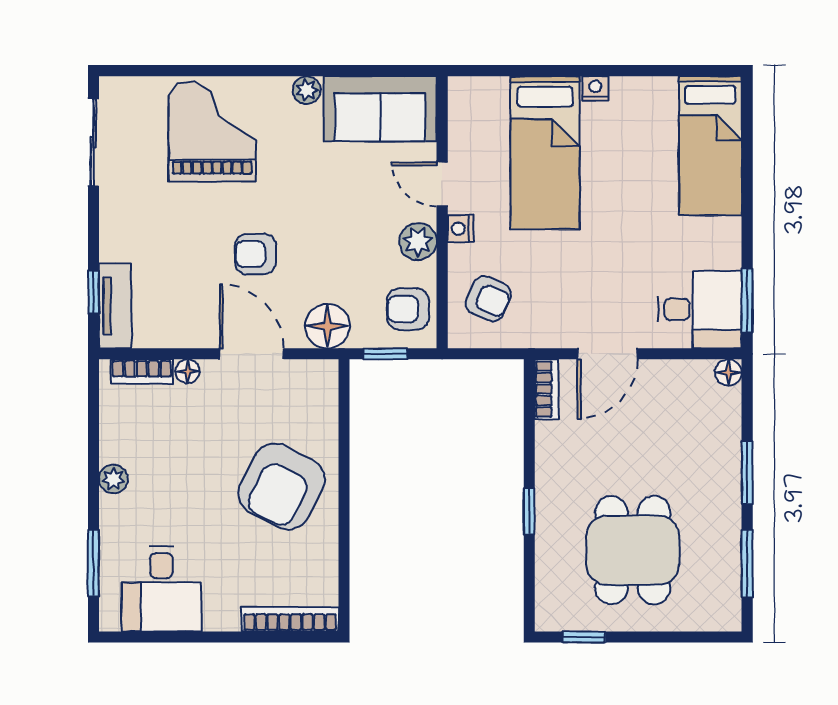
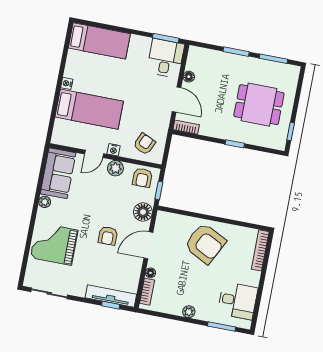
tv unit: (115, 306) -> (111, 296), width x1.41
floor lamp: (728, 373) -> (189, 77), moved

